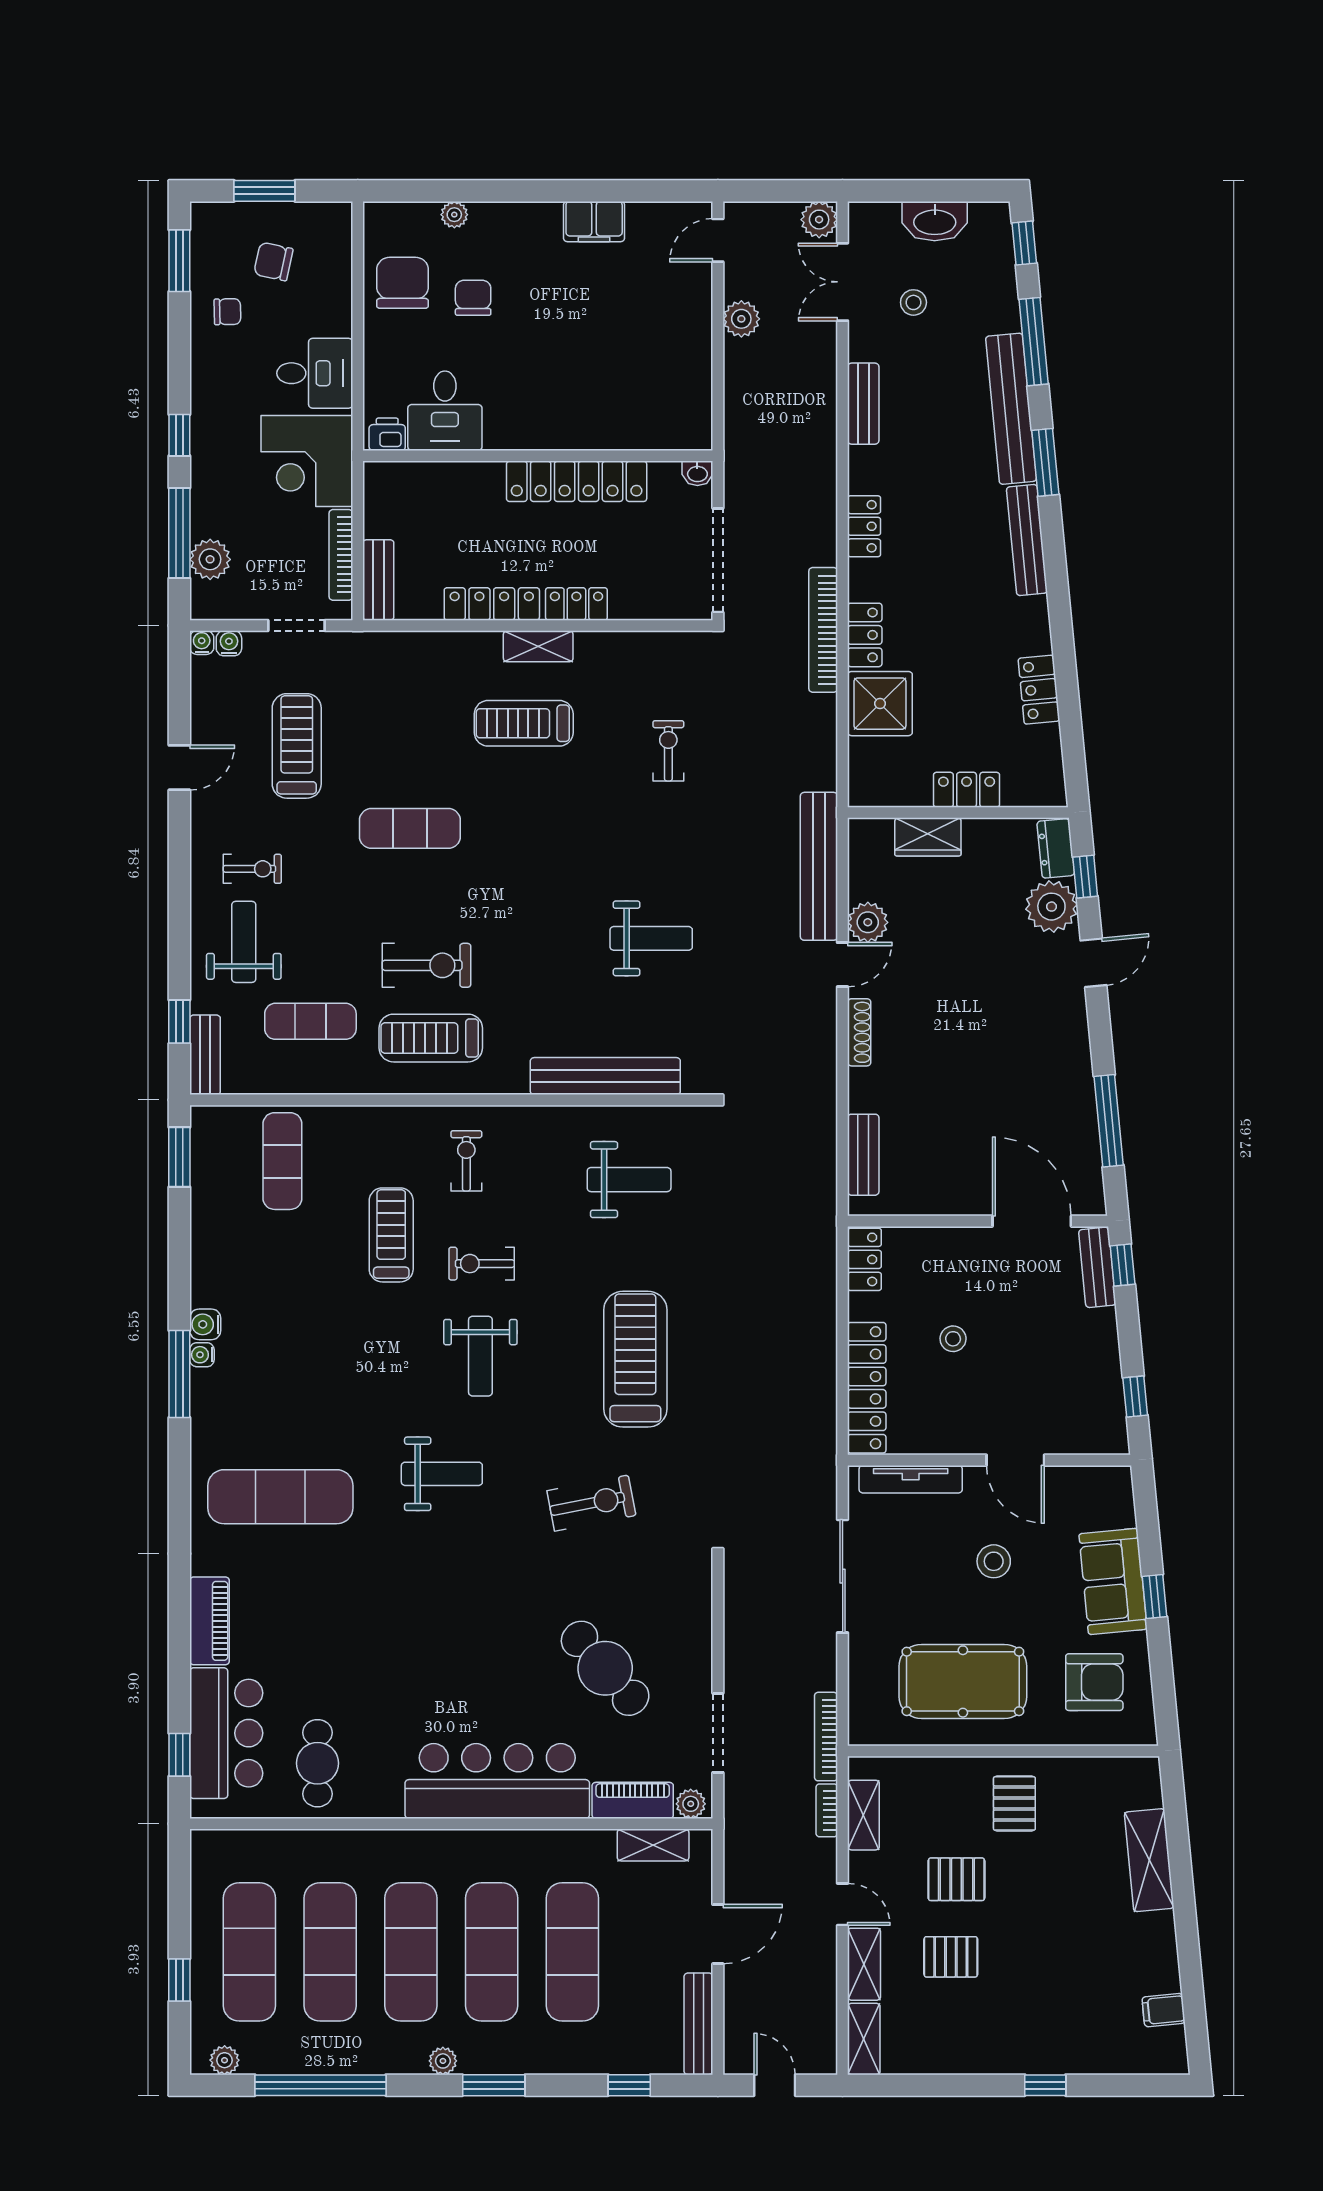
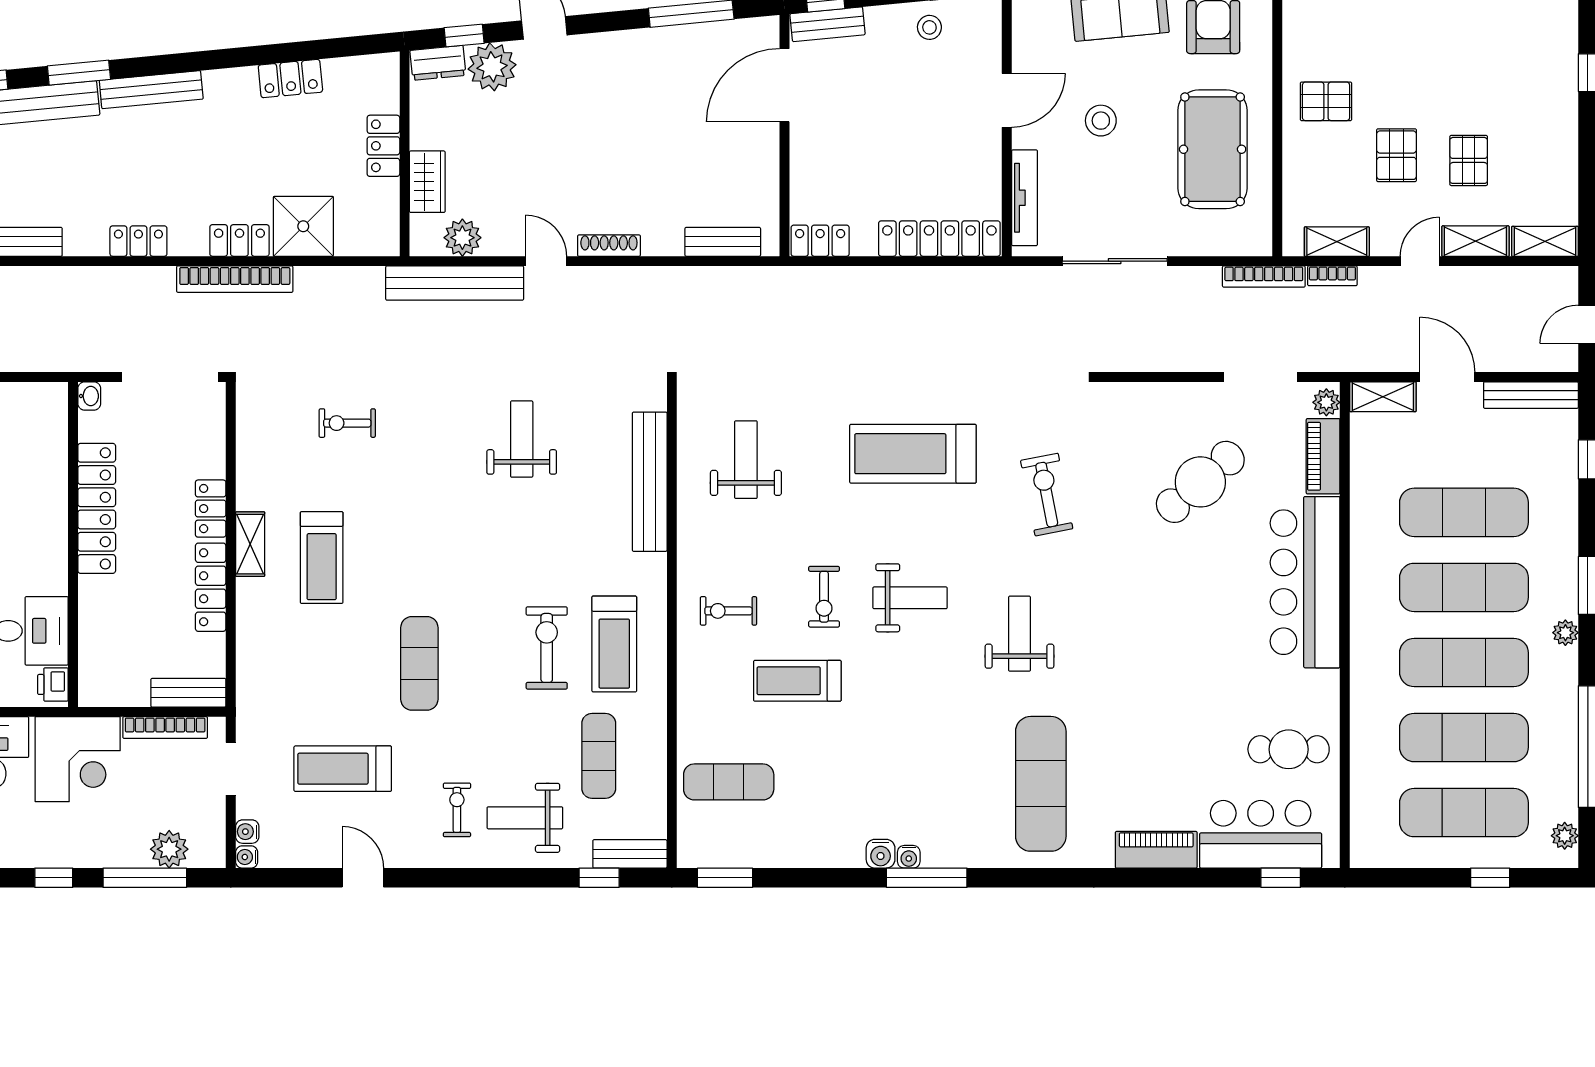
plant: (868, 922) -> (462, 238), moved
stool: (953, 1339) -> (929, 27), moved
shelving: (653, 1845) -> (1383, 397), moved, turned 90

